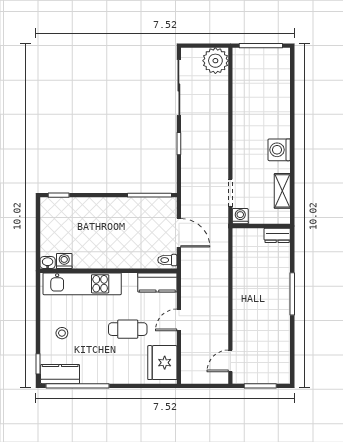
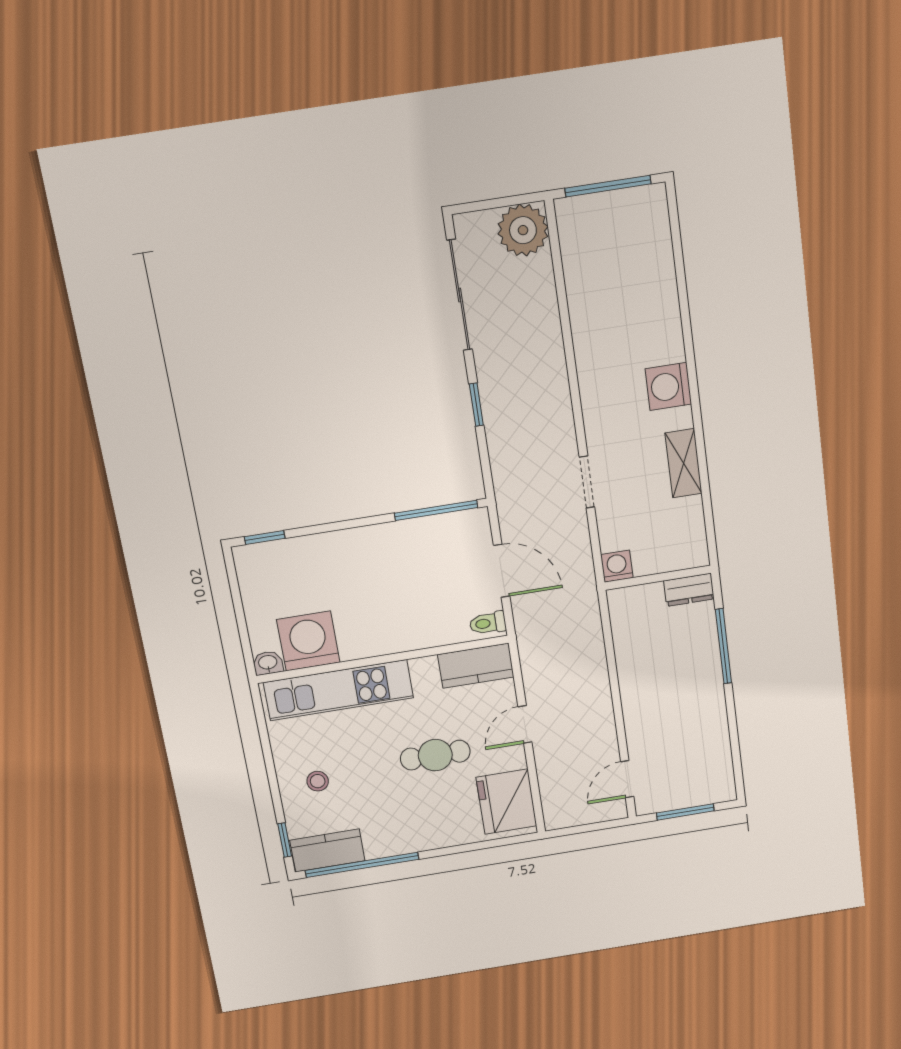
washing machine: (240, 216) -> (617, 566), moved
wall: (261, 226) -> (658, 578), moved
dresser: (277, 235) -> (689, 590), moved
washing machine: (64, 261) -> (308, 641), width x1.89, depth x1.89

